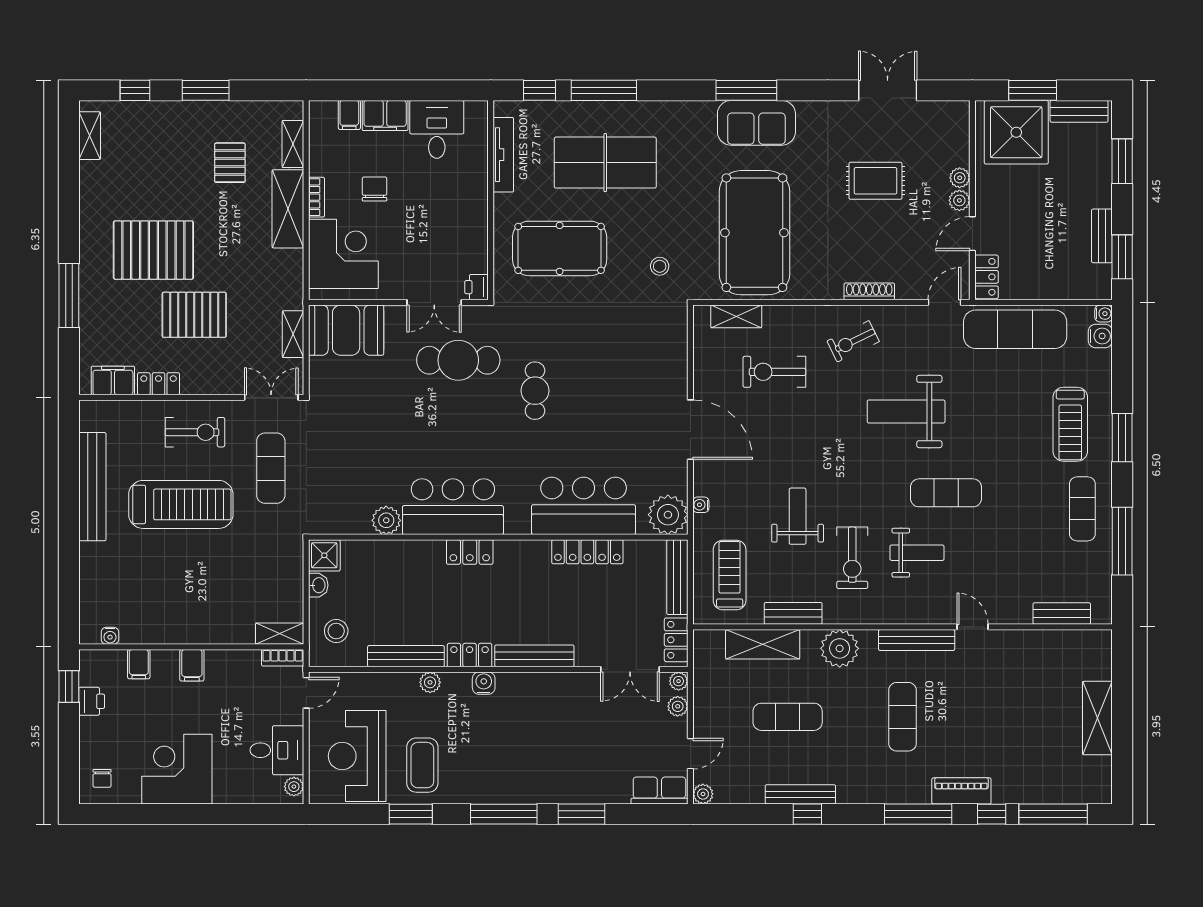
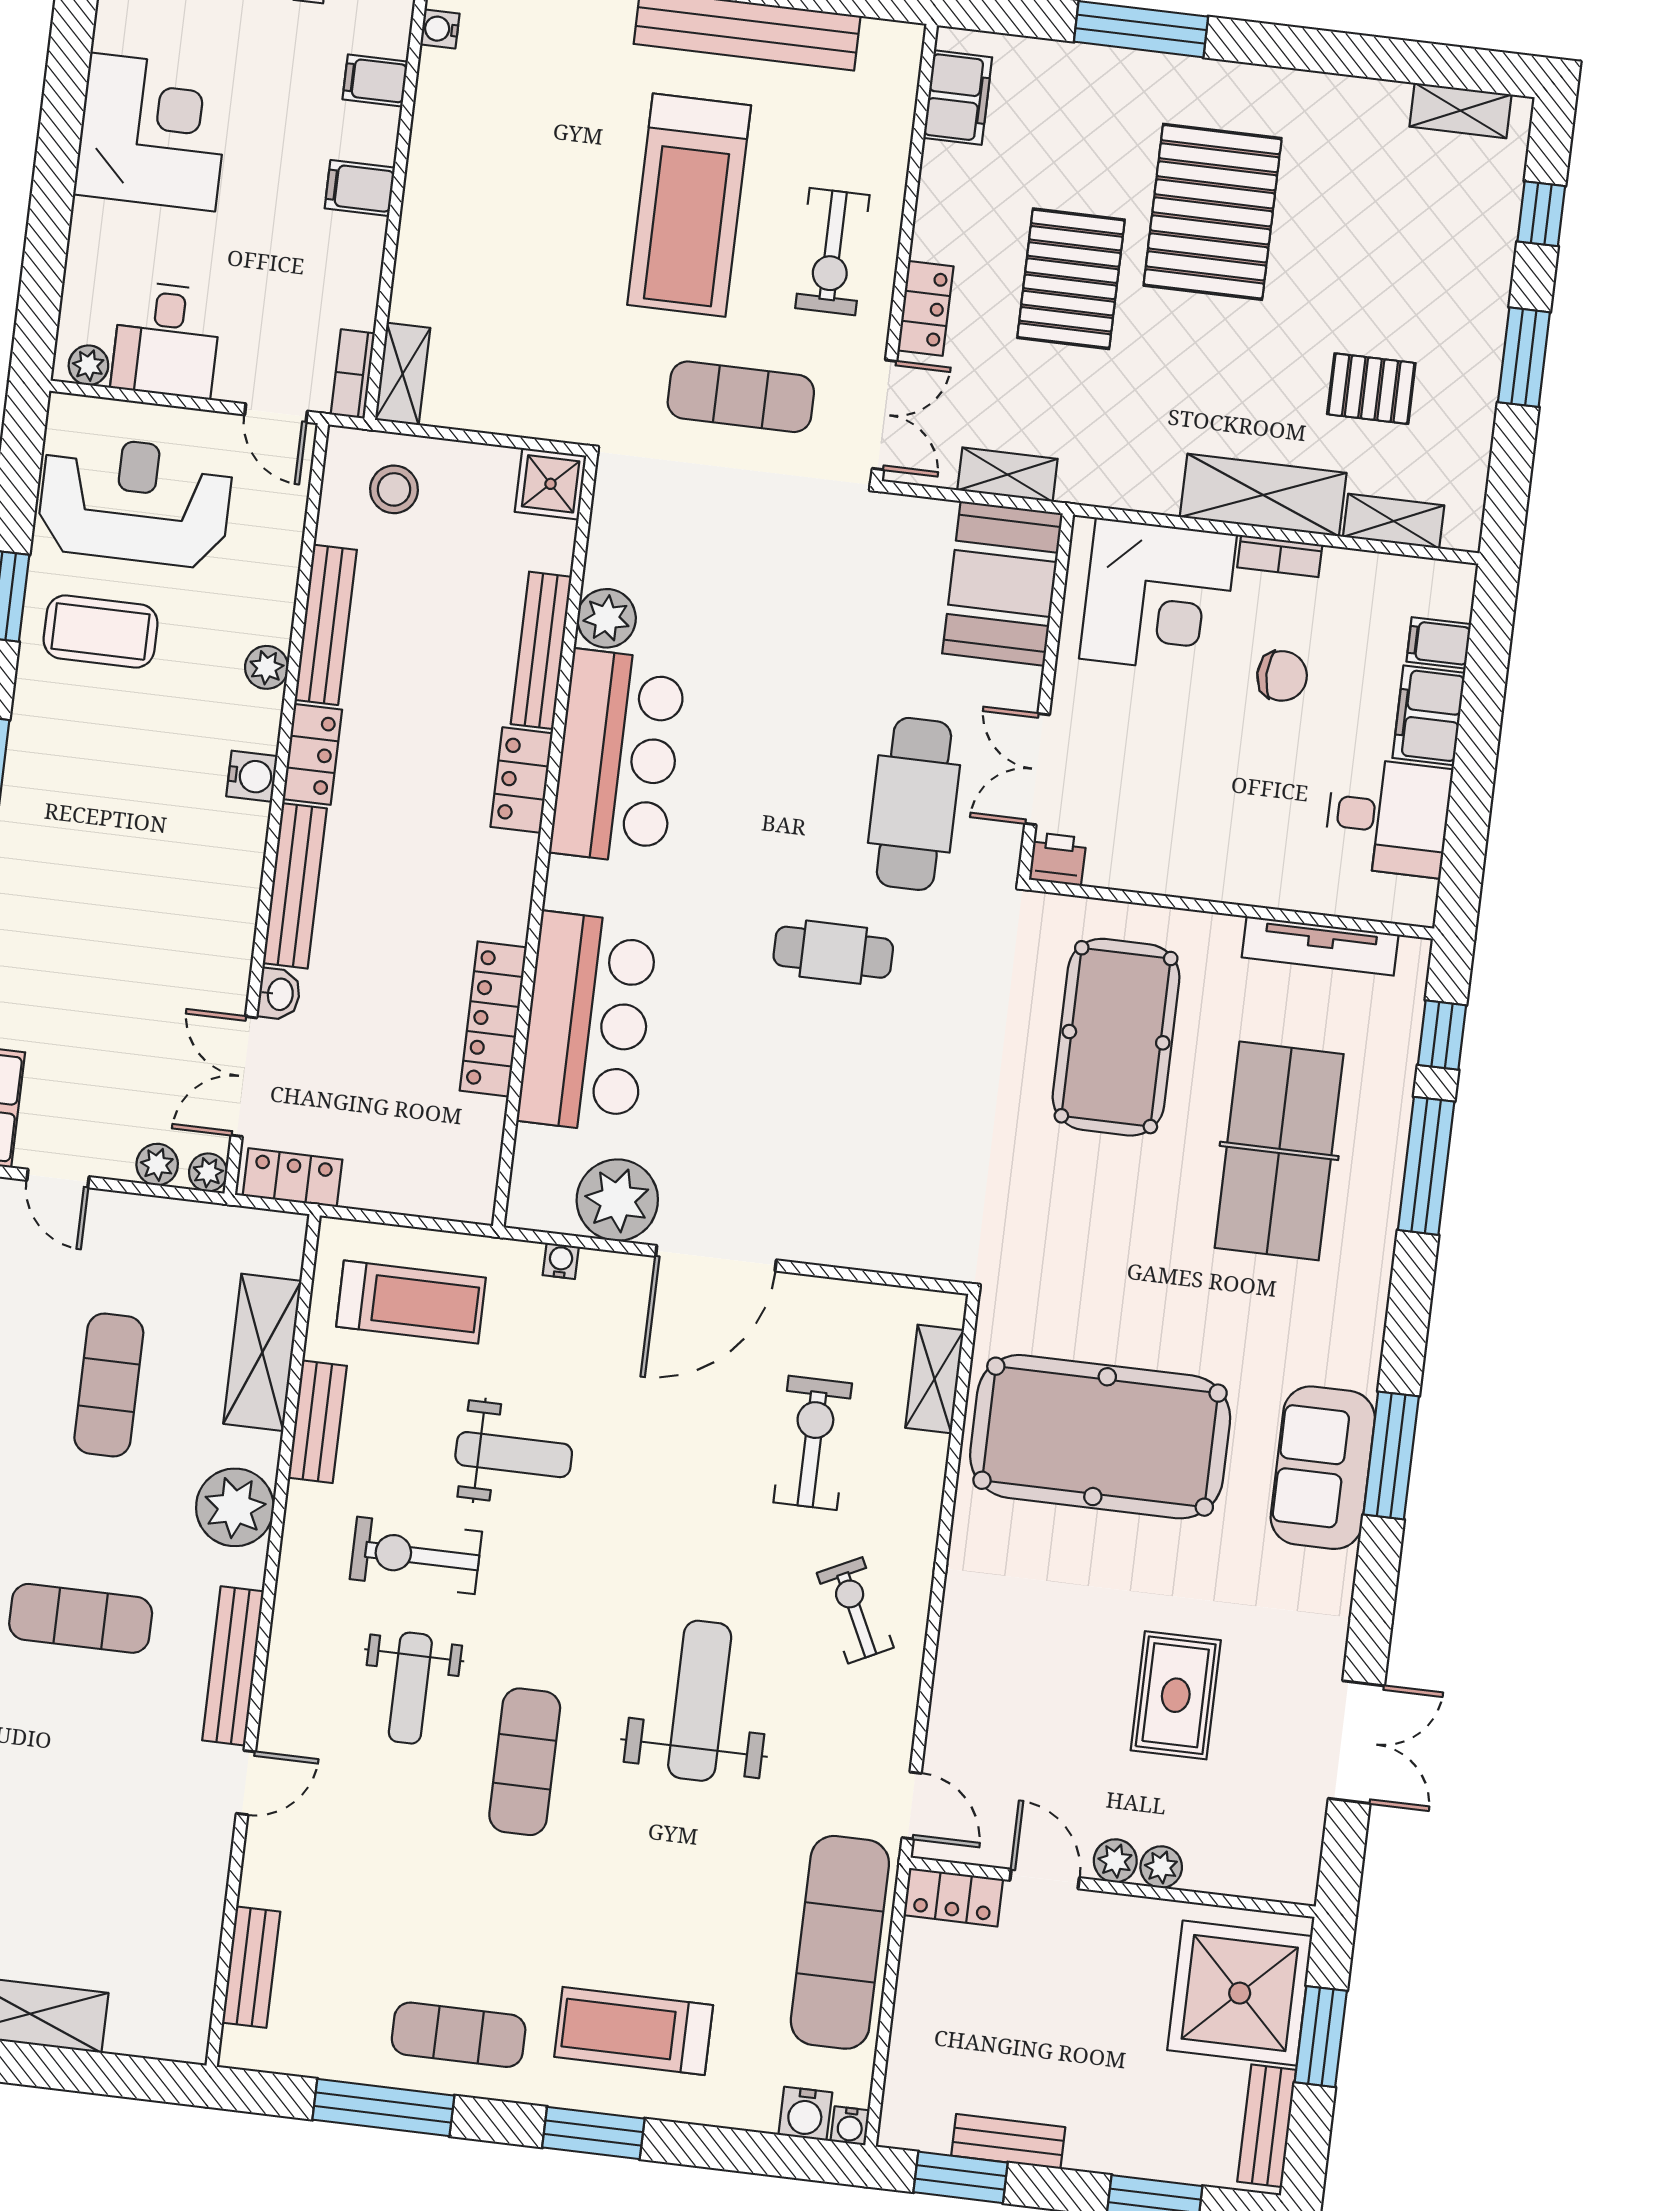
stool: (660, 266) -> (1055, 1236), removed
shoe rack: (869, 291) -> (953, 1655), removed
locker: (159, 384) -> (925, 308), moved
plant: (668, 515) -> (617, 1200), moved
bench: (677, 577) -> (541, 650), moved, turned 90
washbasin: (318, 585) -> (279, 994), moved, turned -90

